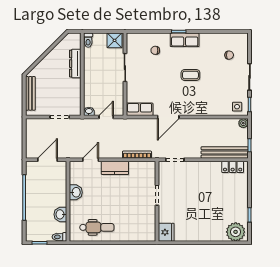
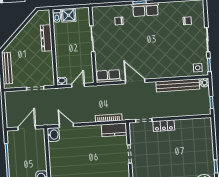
shower: (115, 40) -> (69, 15), moved
coffee table: (190, 75) -> (153, 42), removed
door: (168, 117) -> (135, 81), swing flipped
bench: (225, 152) -> (178, 85), moved
door: (91, 160) -> (66, 125), hinge flipped
locker: (233, 167) -> (164, 126), moved
kitchen counter: (115, 168) -> (114, 130), moved
washbasin: (76, 192) -> (53, 135), moved

